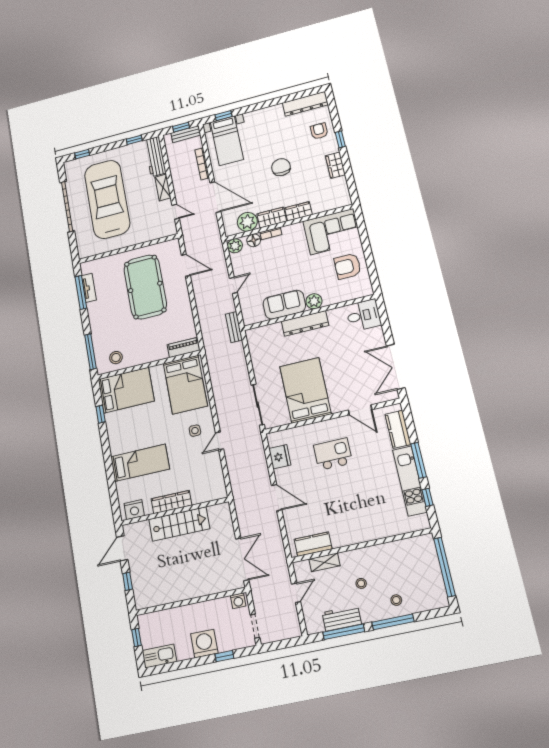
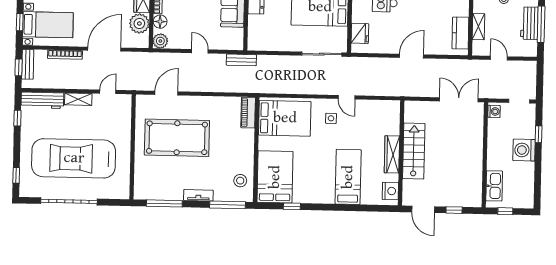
tv unit: (89, 288) -> (198, 195), moved
fridge: (280, 457) -> (360, 33), moved, turned 90
kitchen sink: (159, 656) -> (494, 186), moved, turned 180

